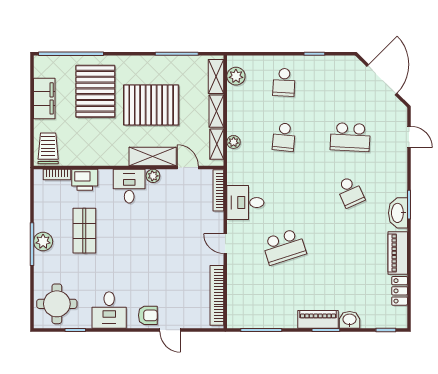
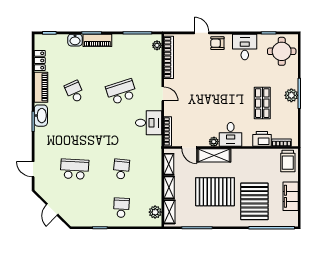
door: (382, 80) -> (52, 210), width x0.53
plant: (234, 142) -> (157, 45), moved
school desk: (350, 192) -> (75, 92), moved

